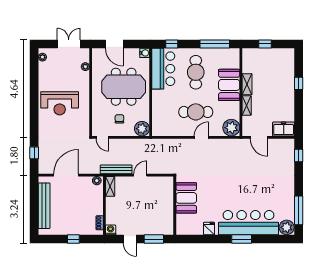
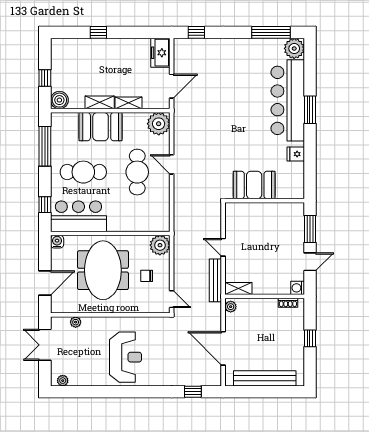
boiler: (249, 55) -> (59, 100), added
door: (102, 137) -> (172, 299), hinge flipped

